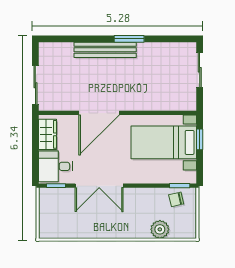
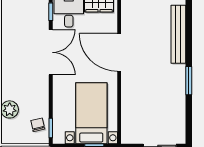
bench: (105, 50) -> (178, 34), moved
double door: (99, 186) -> (51, 52), swing flipped

